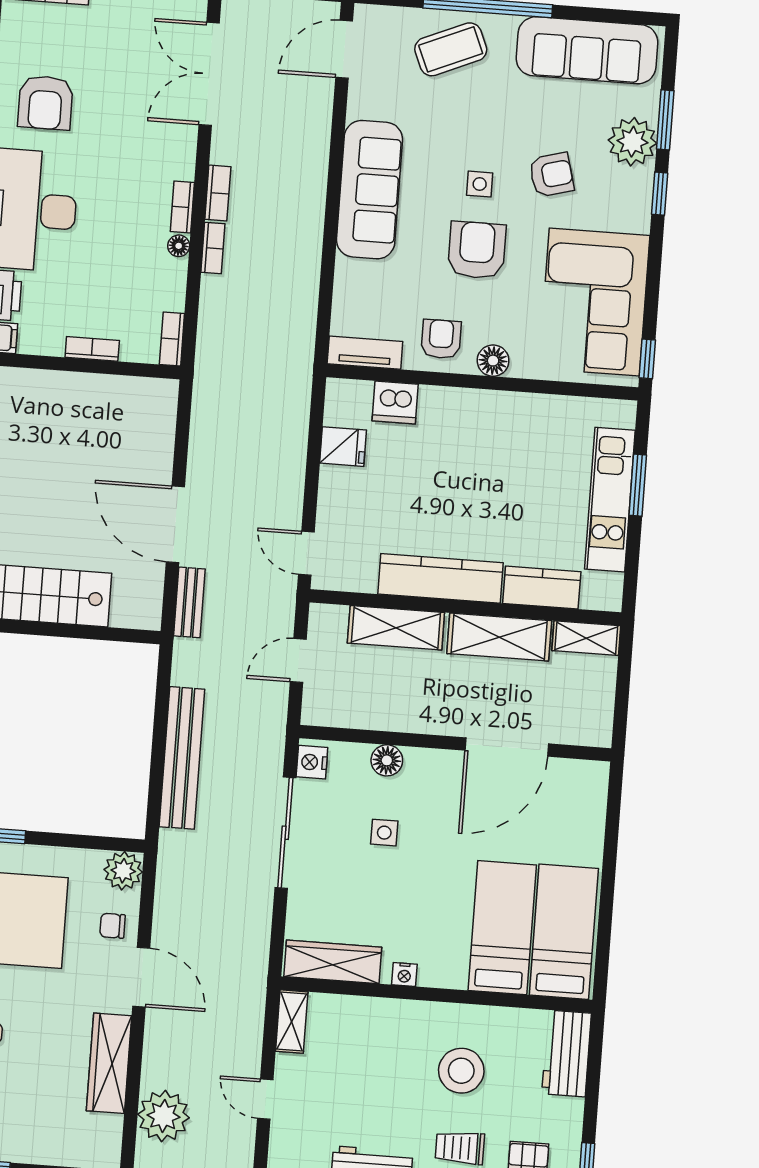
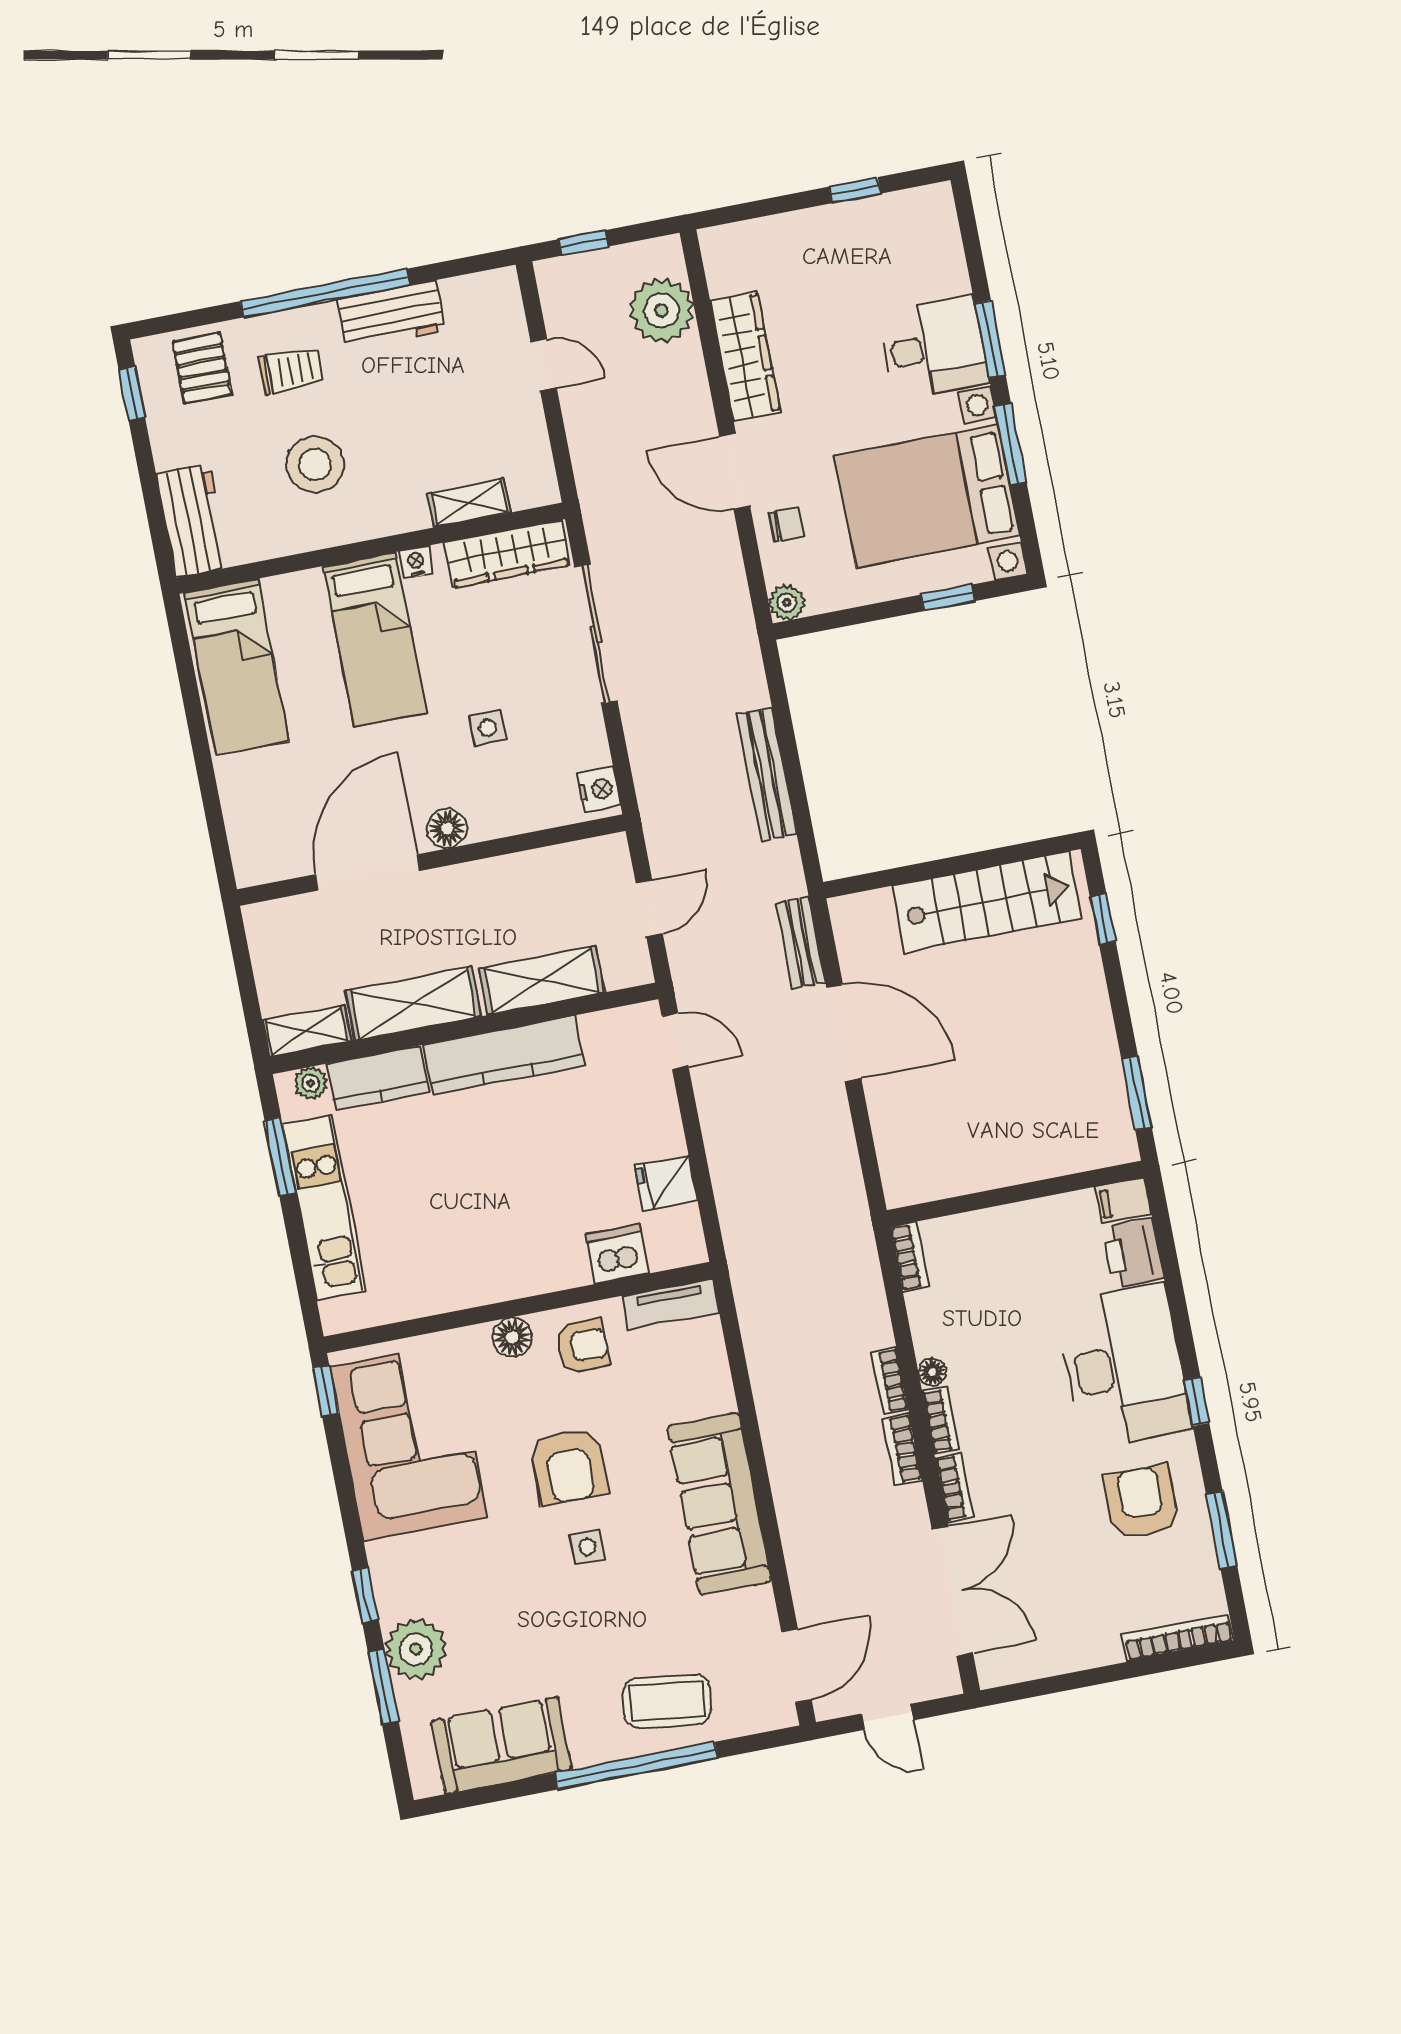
coffee table: (451, 49) -> (667, 1701), turned 30
sofa: (587, 50) -> (501, 1745), width x0.73
armchair: (551, 175) -> (503, 1582), removed
armchair: (441, 339) -> (583, 1346), turned -90
bookcase: (92, 349) -> (954, 1488), moved, turned -90
window: (638, 485) -> (280, 1157), moved
plant: (594, 598) -> (311, 1083), added
bench: (182, 758) -> (766, 774), width x0.73, depth x0.82
floor lamp: (387, 760) -> (447, 828), moved
sliding door: (285, 833) -> (596, 634), moved
plant: (123, 871) -> (787, 603), width x0.73, depth x0.73
bed: (502, 928) -> (375, 640), moved
shelving: (292, 1022) -> (469, 503), moved, turned 90

